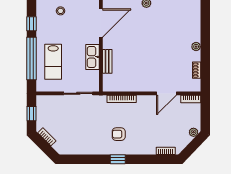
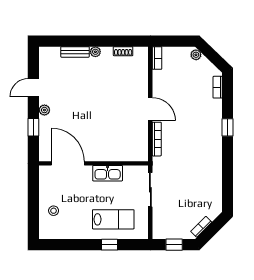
window: (32, 24) -> (69, 245), removed
window: (32, 59) -> (109, 245), width x0.32
bench: (107, 61) -> (75, 52), moved
door: (166, 93) -> (150, 109), moved
armchair: (119, 134) -> (198, 143), removed
window: (118, 159) -> (228, 127), moved

